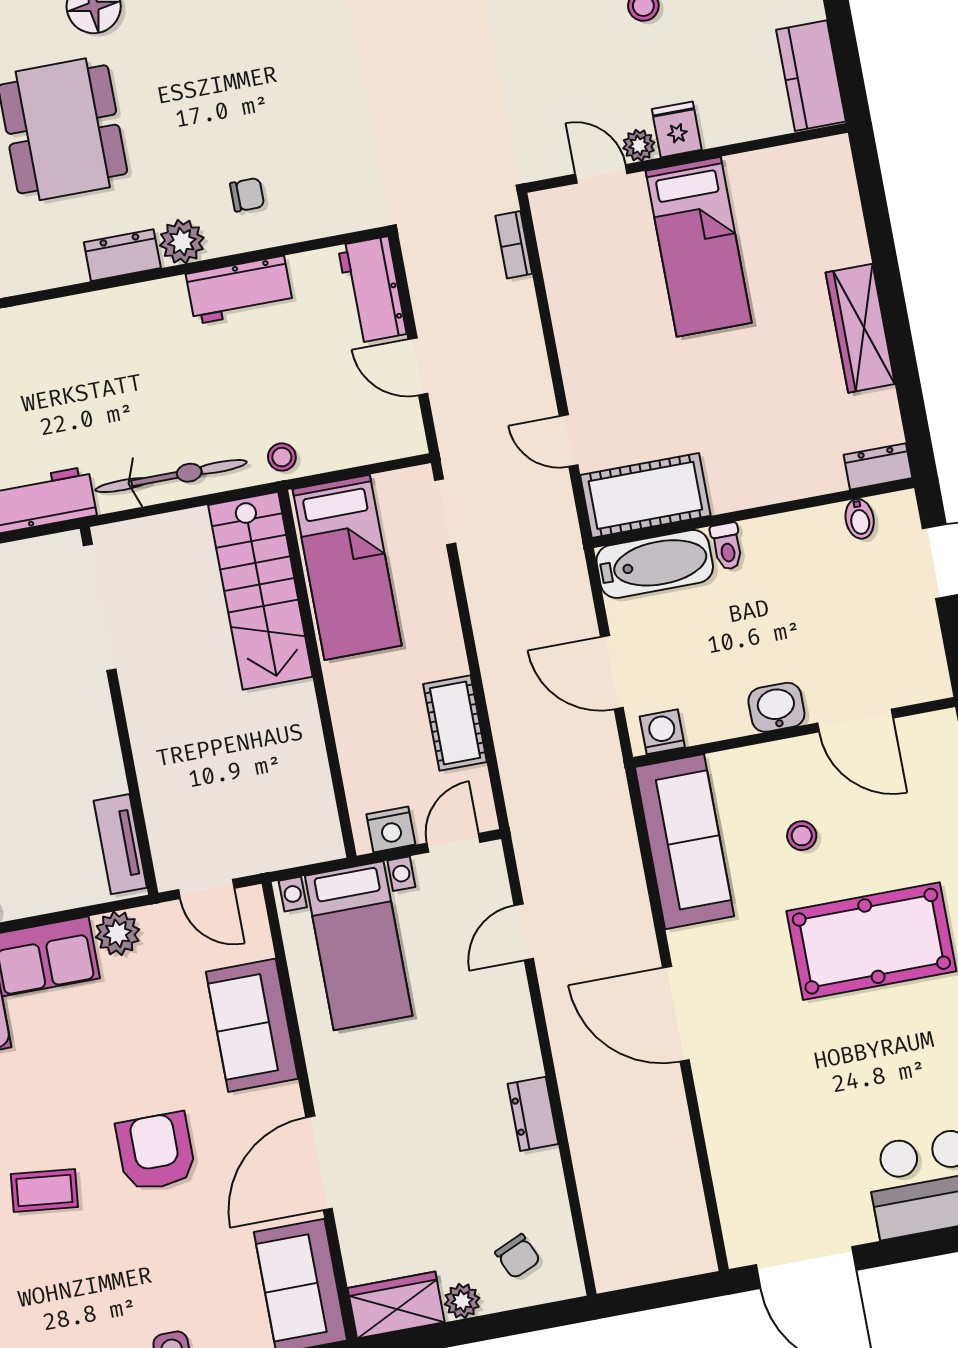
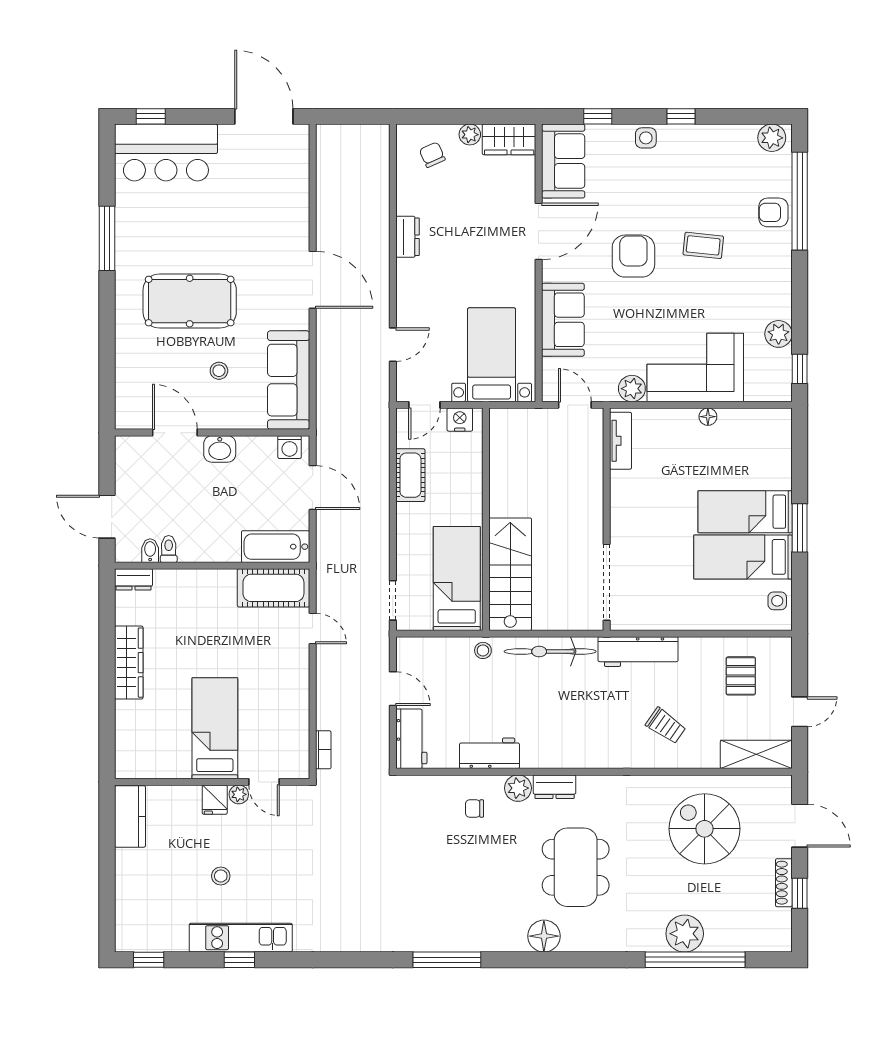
toilet: (727, 546) -> (169, 549), moved
armchair: (156, 1152) -> (633, 256), turned 180

